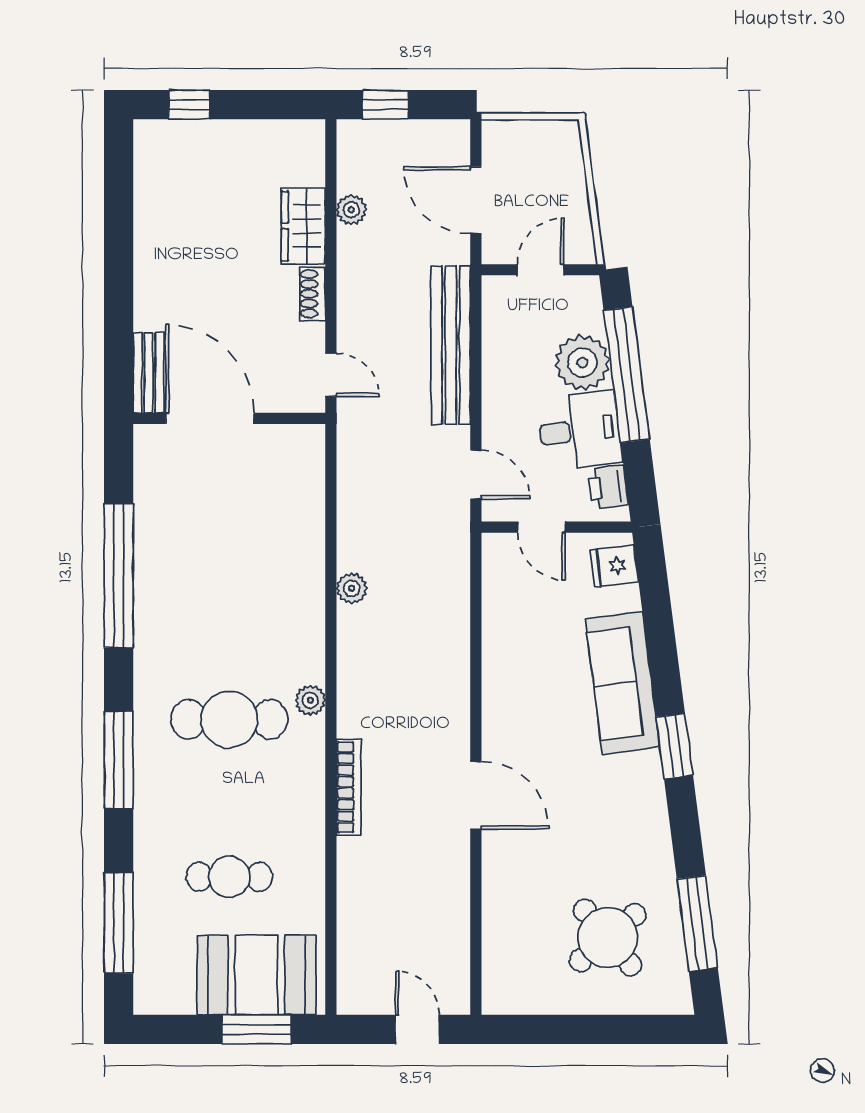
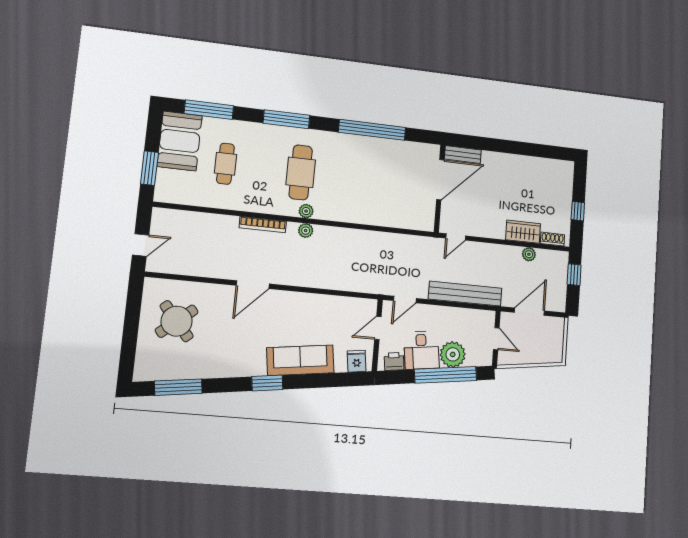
window: (189, 105) -> (578, 211), moved
shoe rack: (312, 294) -> (552, 239), moved
plant: (352, 588) -> (306, 231), moved
round table: (608, 938) -> (177, 321), moved
booth: (256, 975) -> (180, 141), moved

